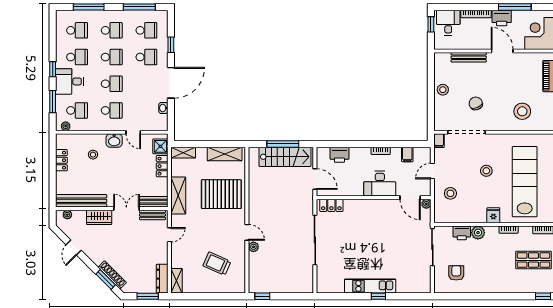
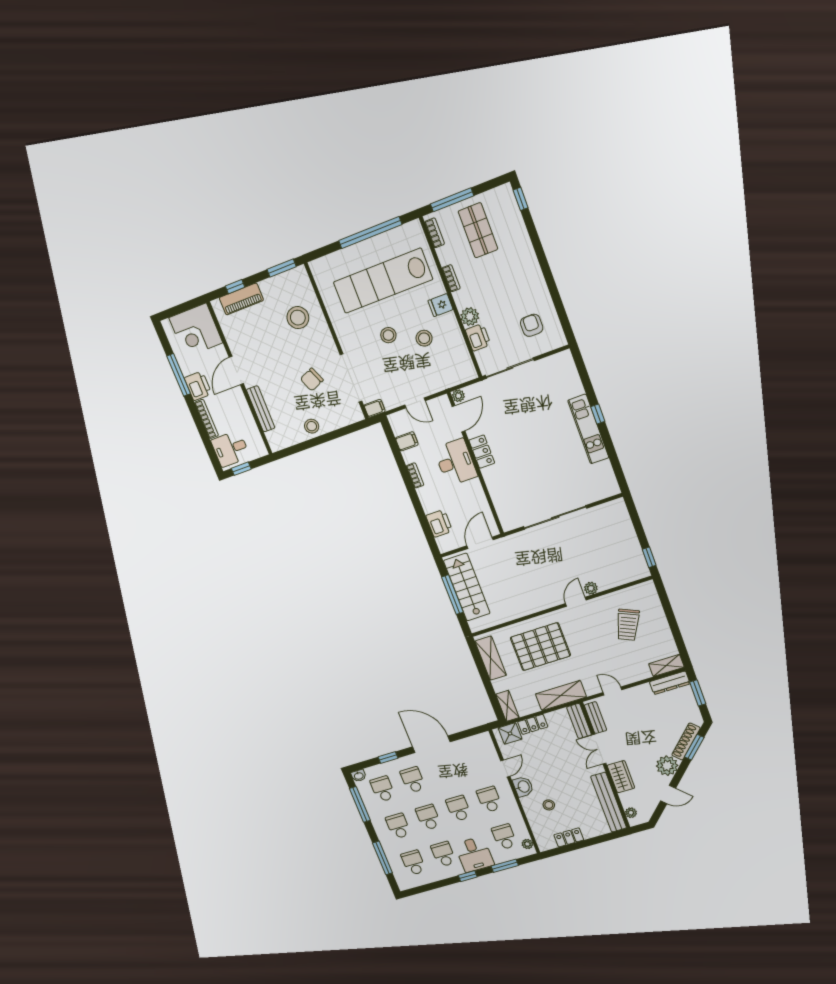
washbasin: (163, 108) -> (359, 776), moved
stool: (450, 193) -> (424, 338), moved
pallet: (221, 194) -> (540, 647), turned 90
locker: (331, 205) -> (482, 452), moved
plant: (97, 255) -> (667, 766), added
armchair: (456, 273) -> (532, 325), turned 90

